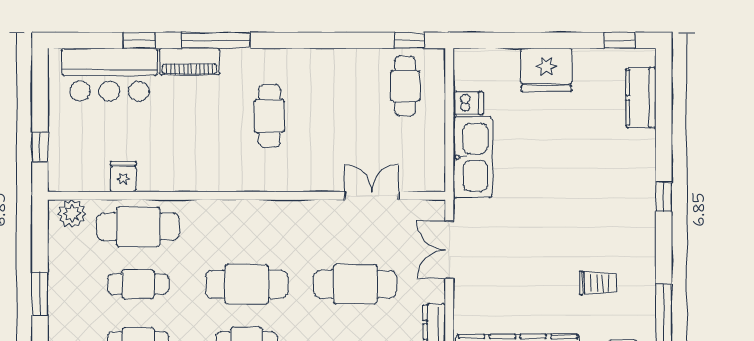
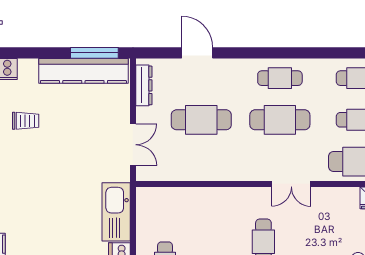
double door: (372, 196) -> (291, 184), moved
trolley: (598, 283) -> (26, 121), turned 180

